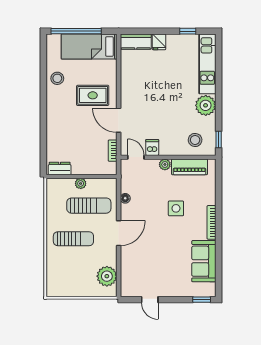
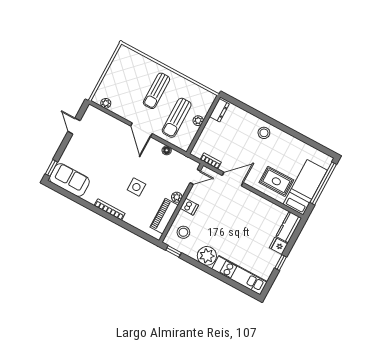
window: (188, 31) -> (281, 263), moved
stool: (57, 78) -> (264, 133), moved
rug: (93, 95) -> (276, 181), moved, turned 90
dishwasher: (152, 147) -> (189, 207), moved
sofa: (204, 261) -> (69, 180), moved
plant: (107, 276) -> (106, 103), width x0.53, depth x0.53
door: (150, 300) -> (74, 126), hinge flipped

